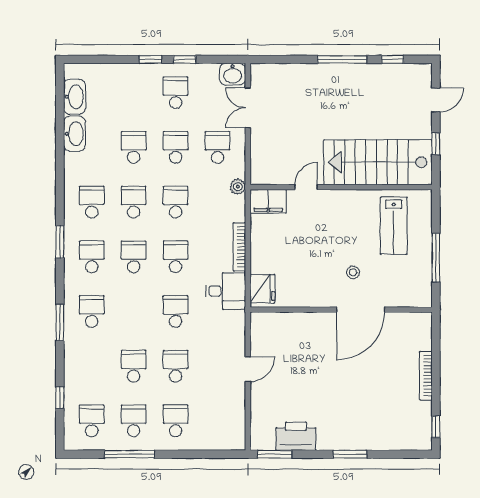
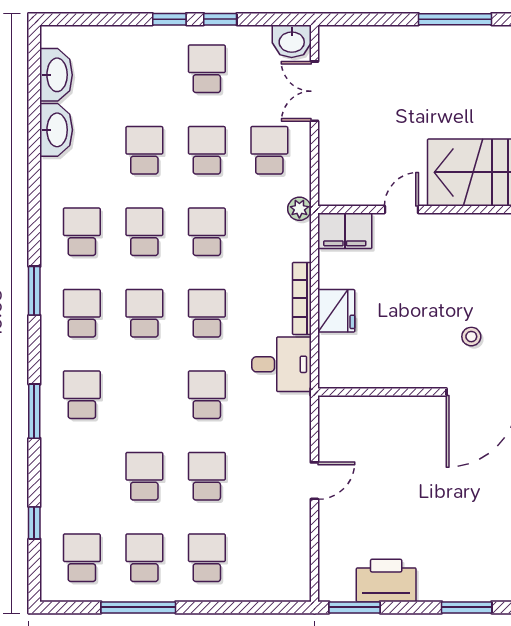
fridge: (262, 289) -> (336, 311), moved

